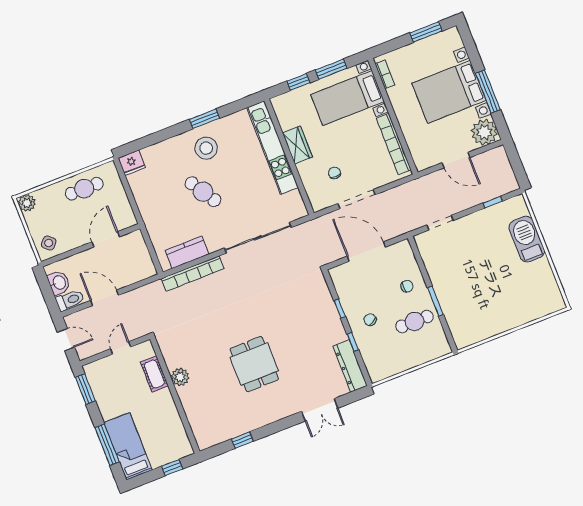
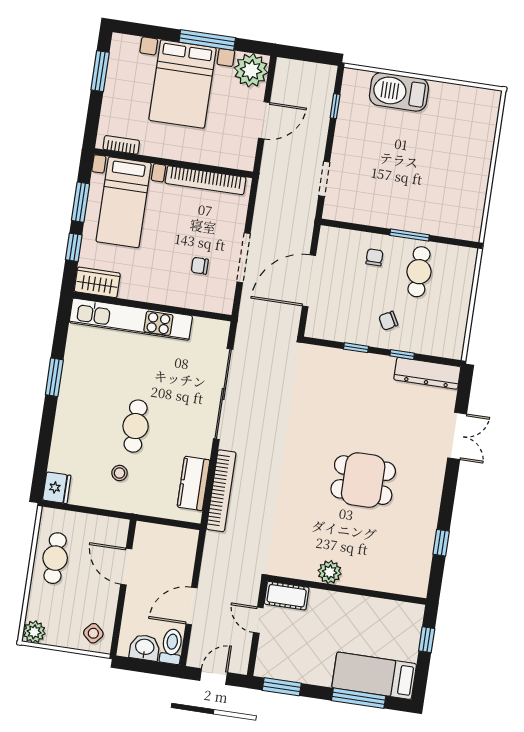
wardrobe: (297, 145) -> (97, 282), moved
stool: (206, 148) -> (120, 473), moved, width x0.53, depth x0.53
cafe table: (203, 192) -> (136, 426), turned -58
cot: (154, 374) -> (287, 596), moved

